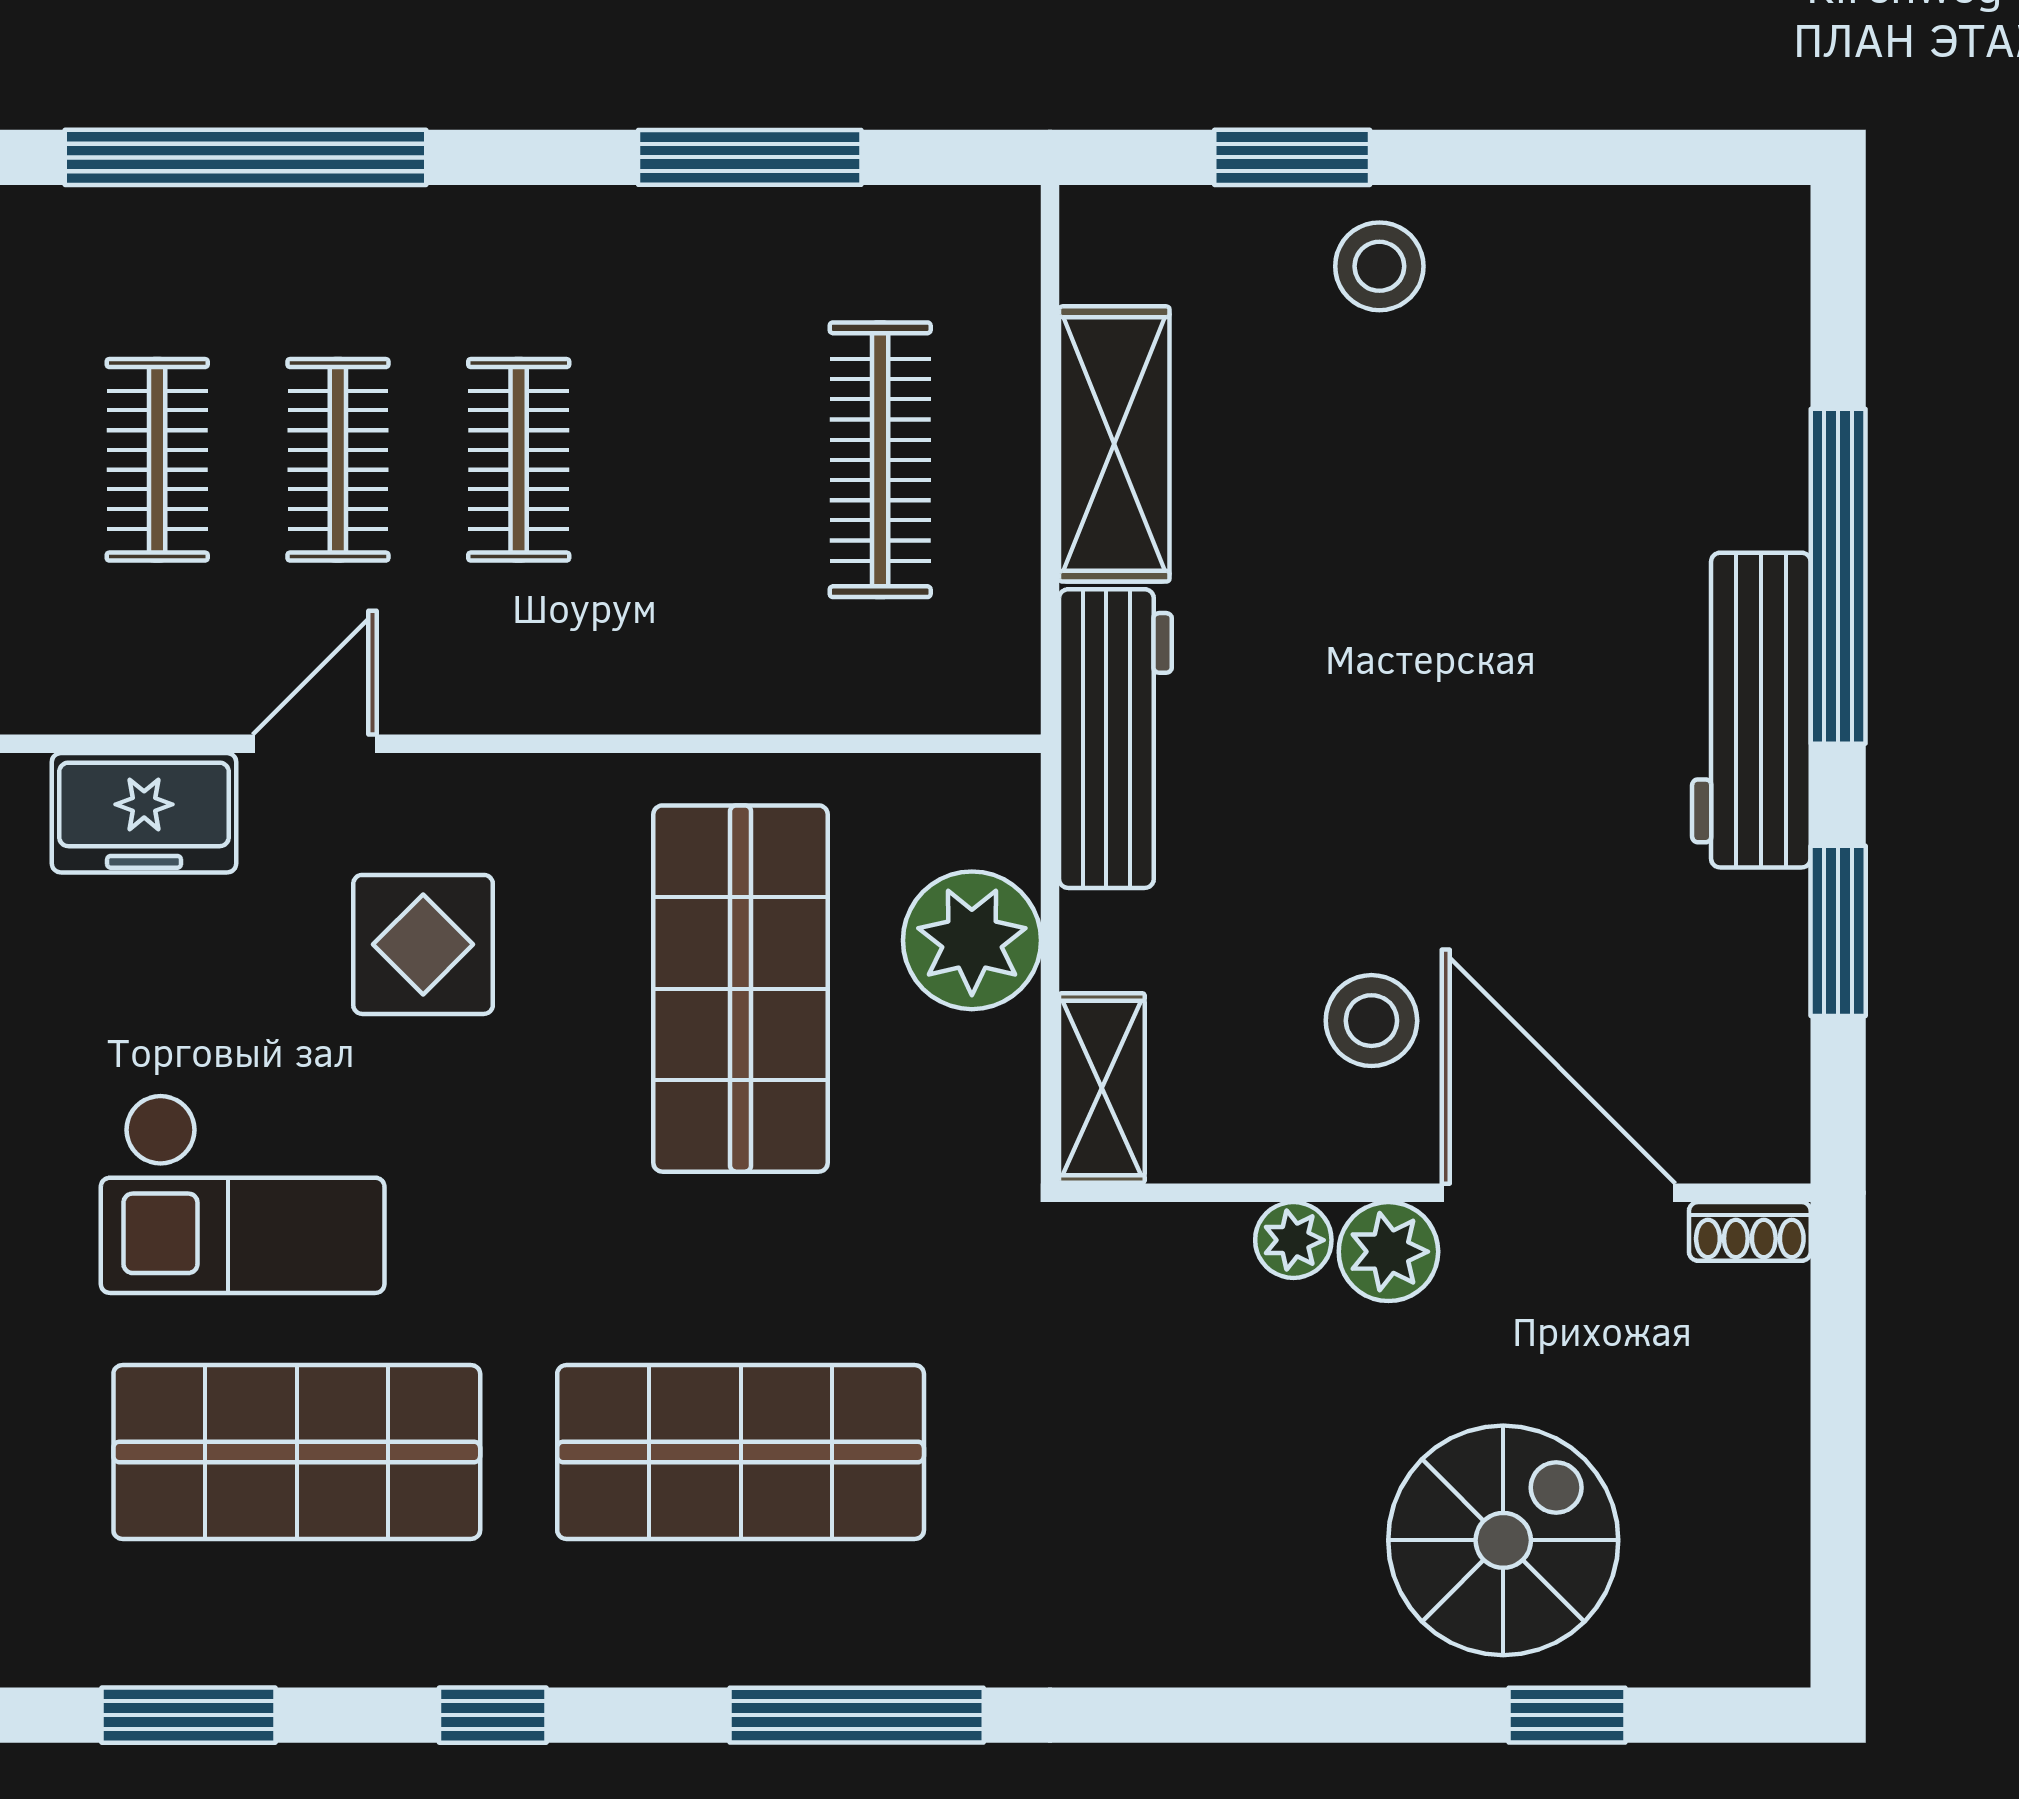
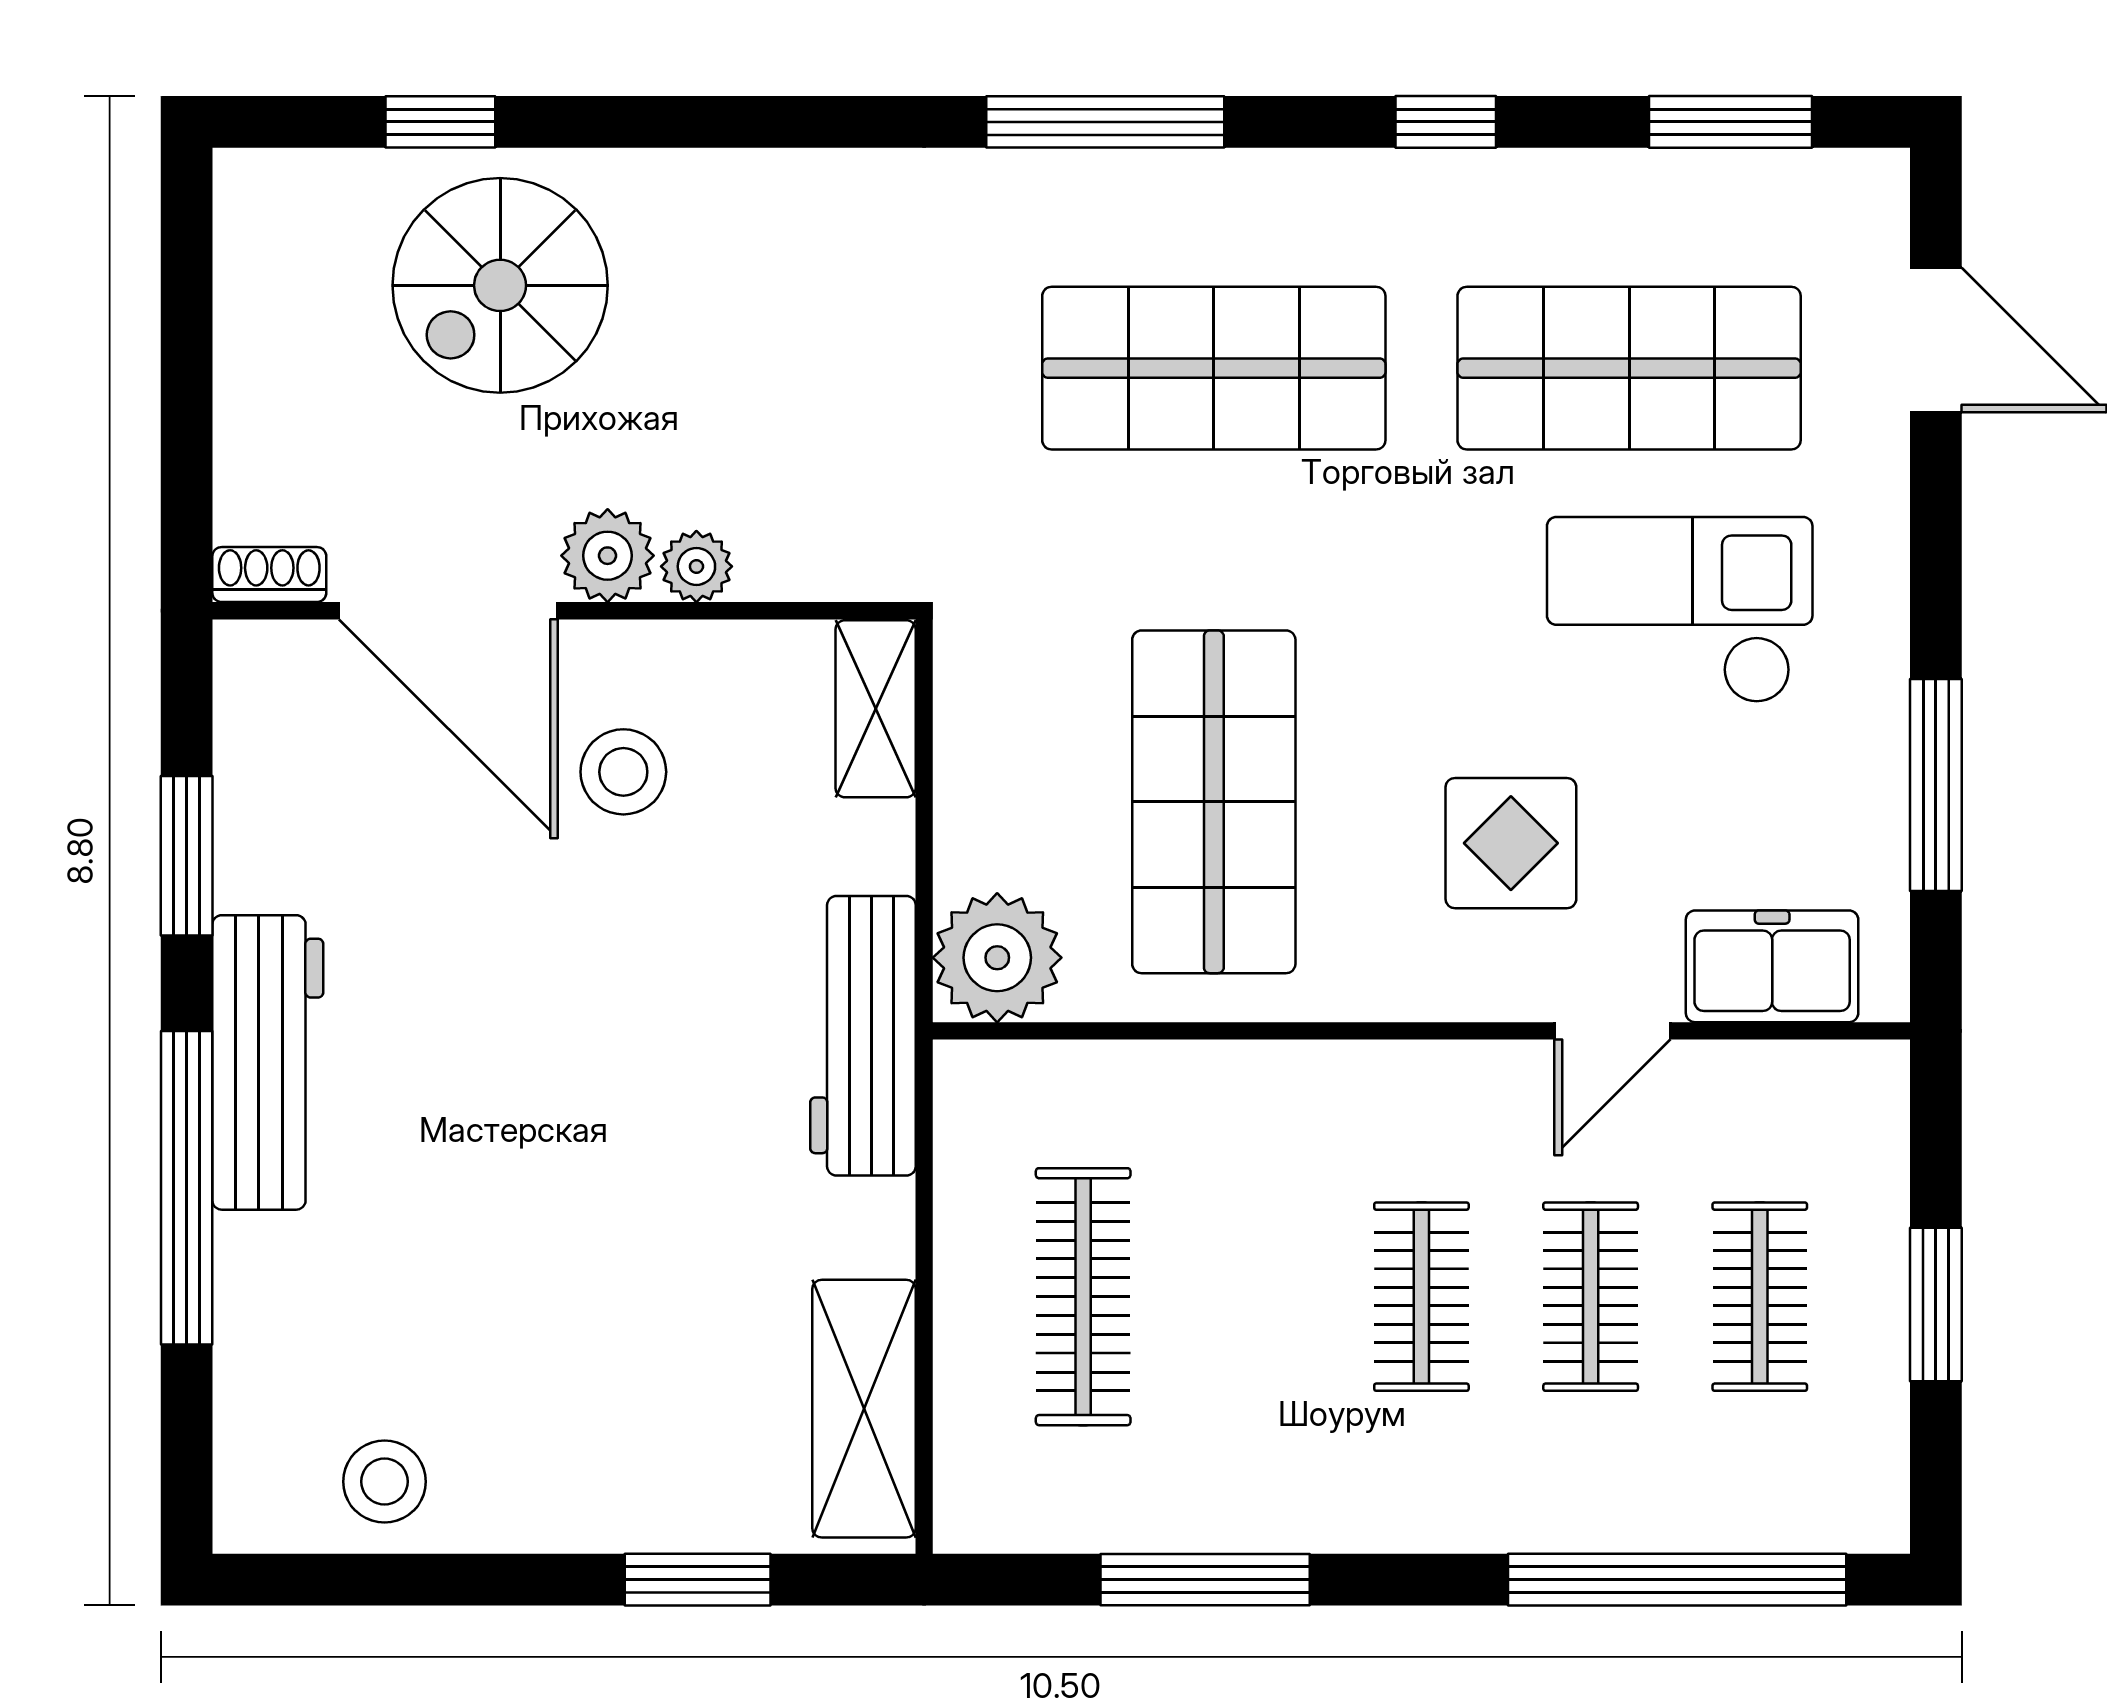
stool: (1379, 266) -> (385, 1482), moved
shelving: (1114, 444) -> (864, 1409), moved
plant: (972, 940) -> (997, 958), moved

